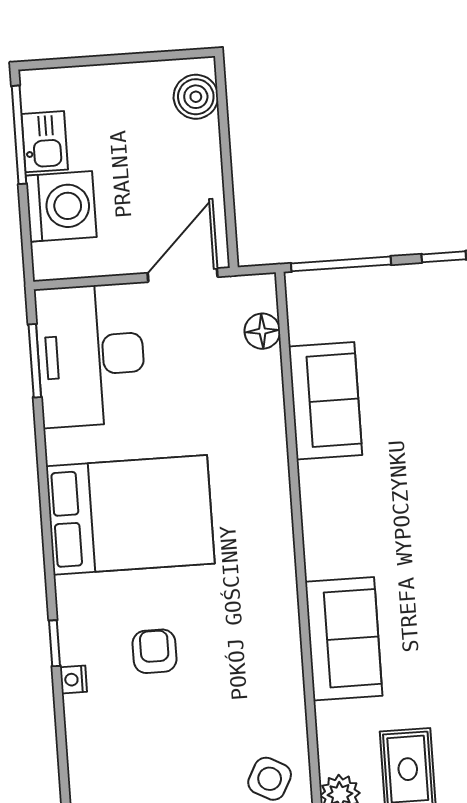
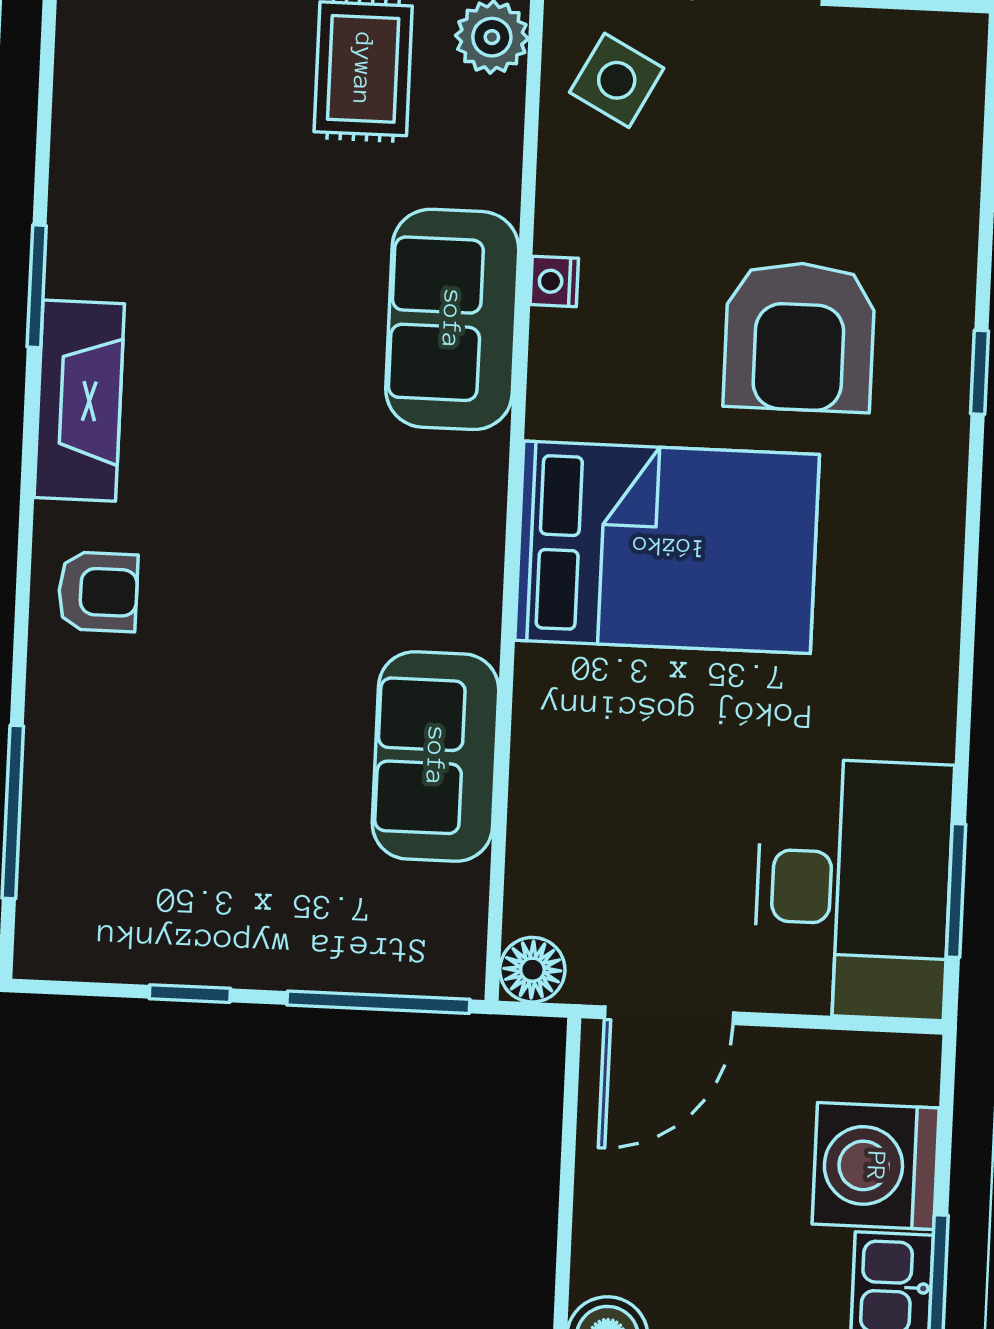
floor lamp: (262, 331) -> (532, 970), moved
bed: (130, 515) -> (667, 547), moved, turned 180
armchair: (155, 651) -> (799, 337), width x1.88, depth x1.88
nightstand: (73, 679) -> (554, 281), moved, turned 180

